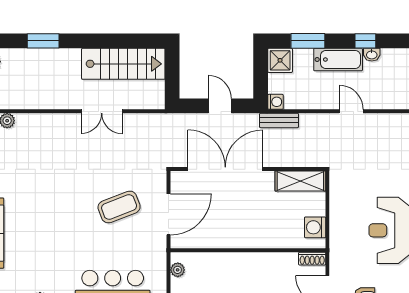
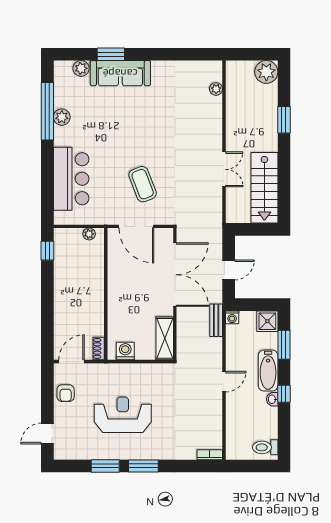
double door: (102, 111) -> (224, 169), swing flipped

